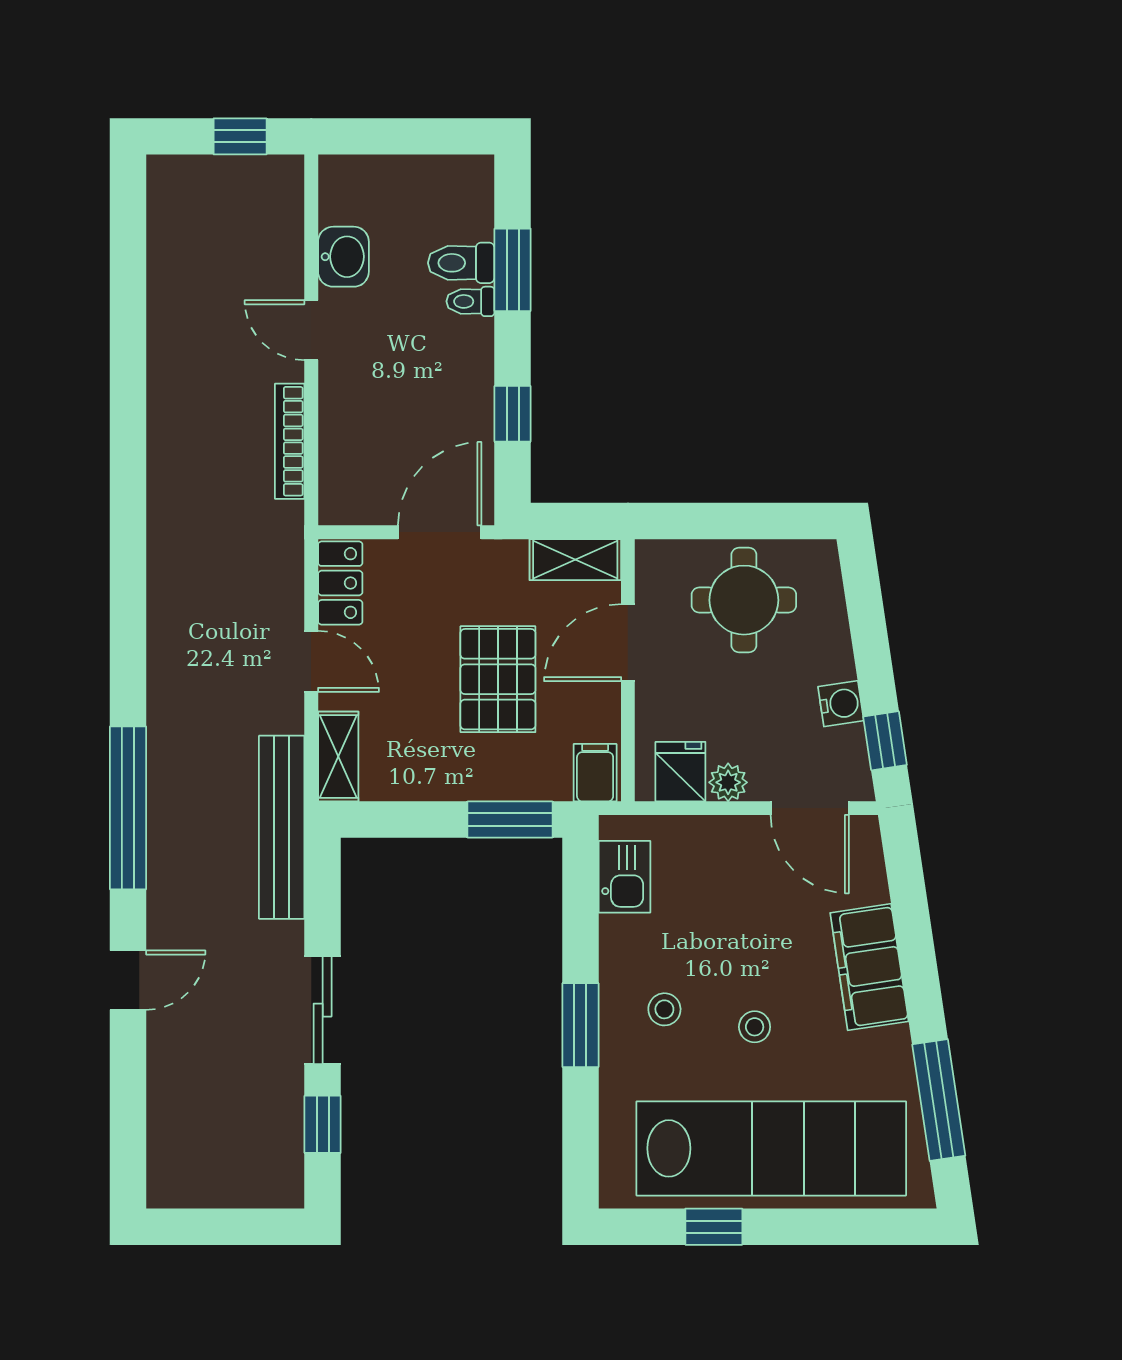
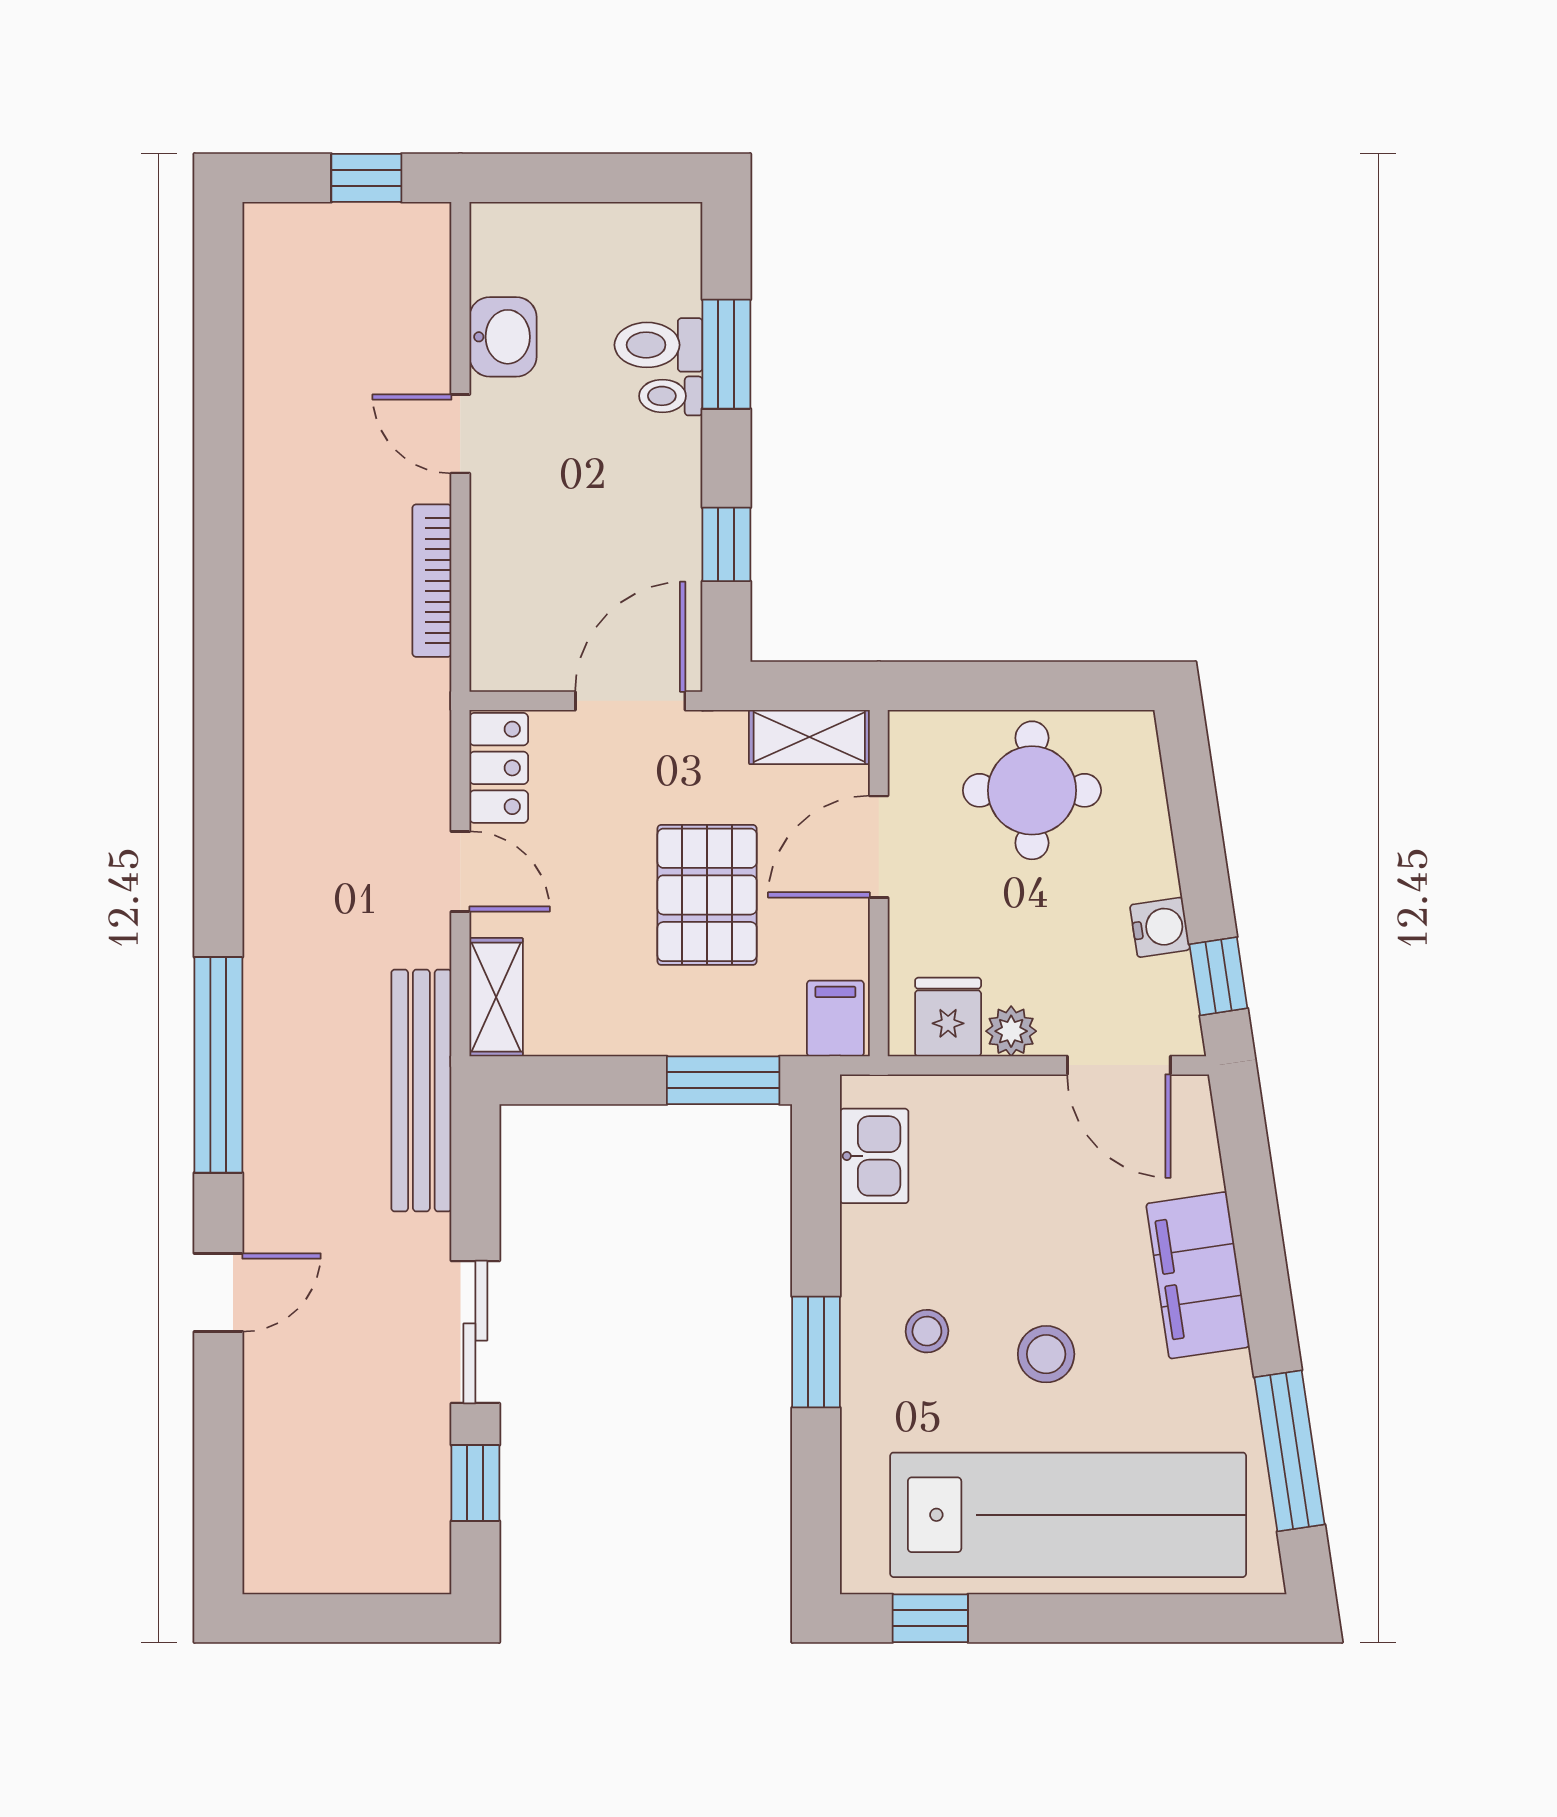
stool: (755, 1027) -> (1046, 1354), width x1.37, depth x1.37
window: (714, 1227) -> (930, 1618), moved

